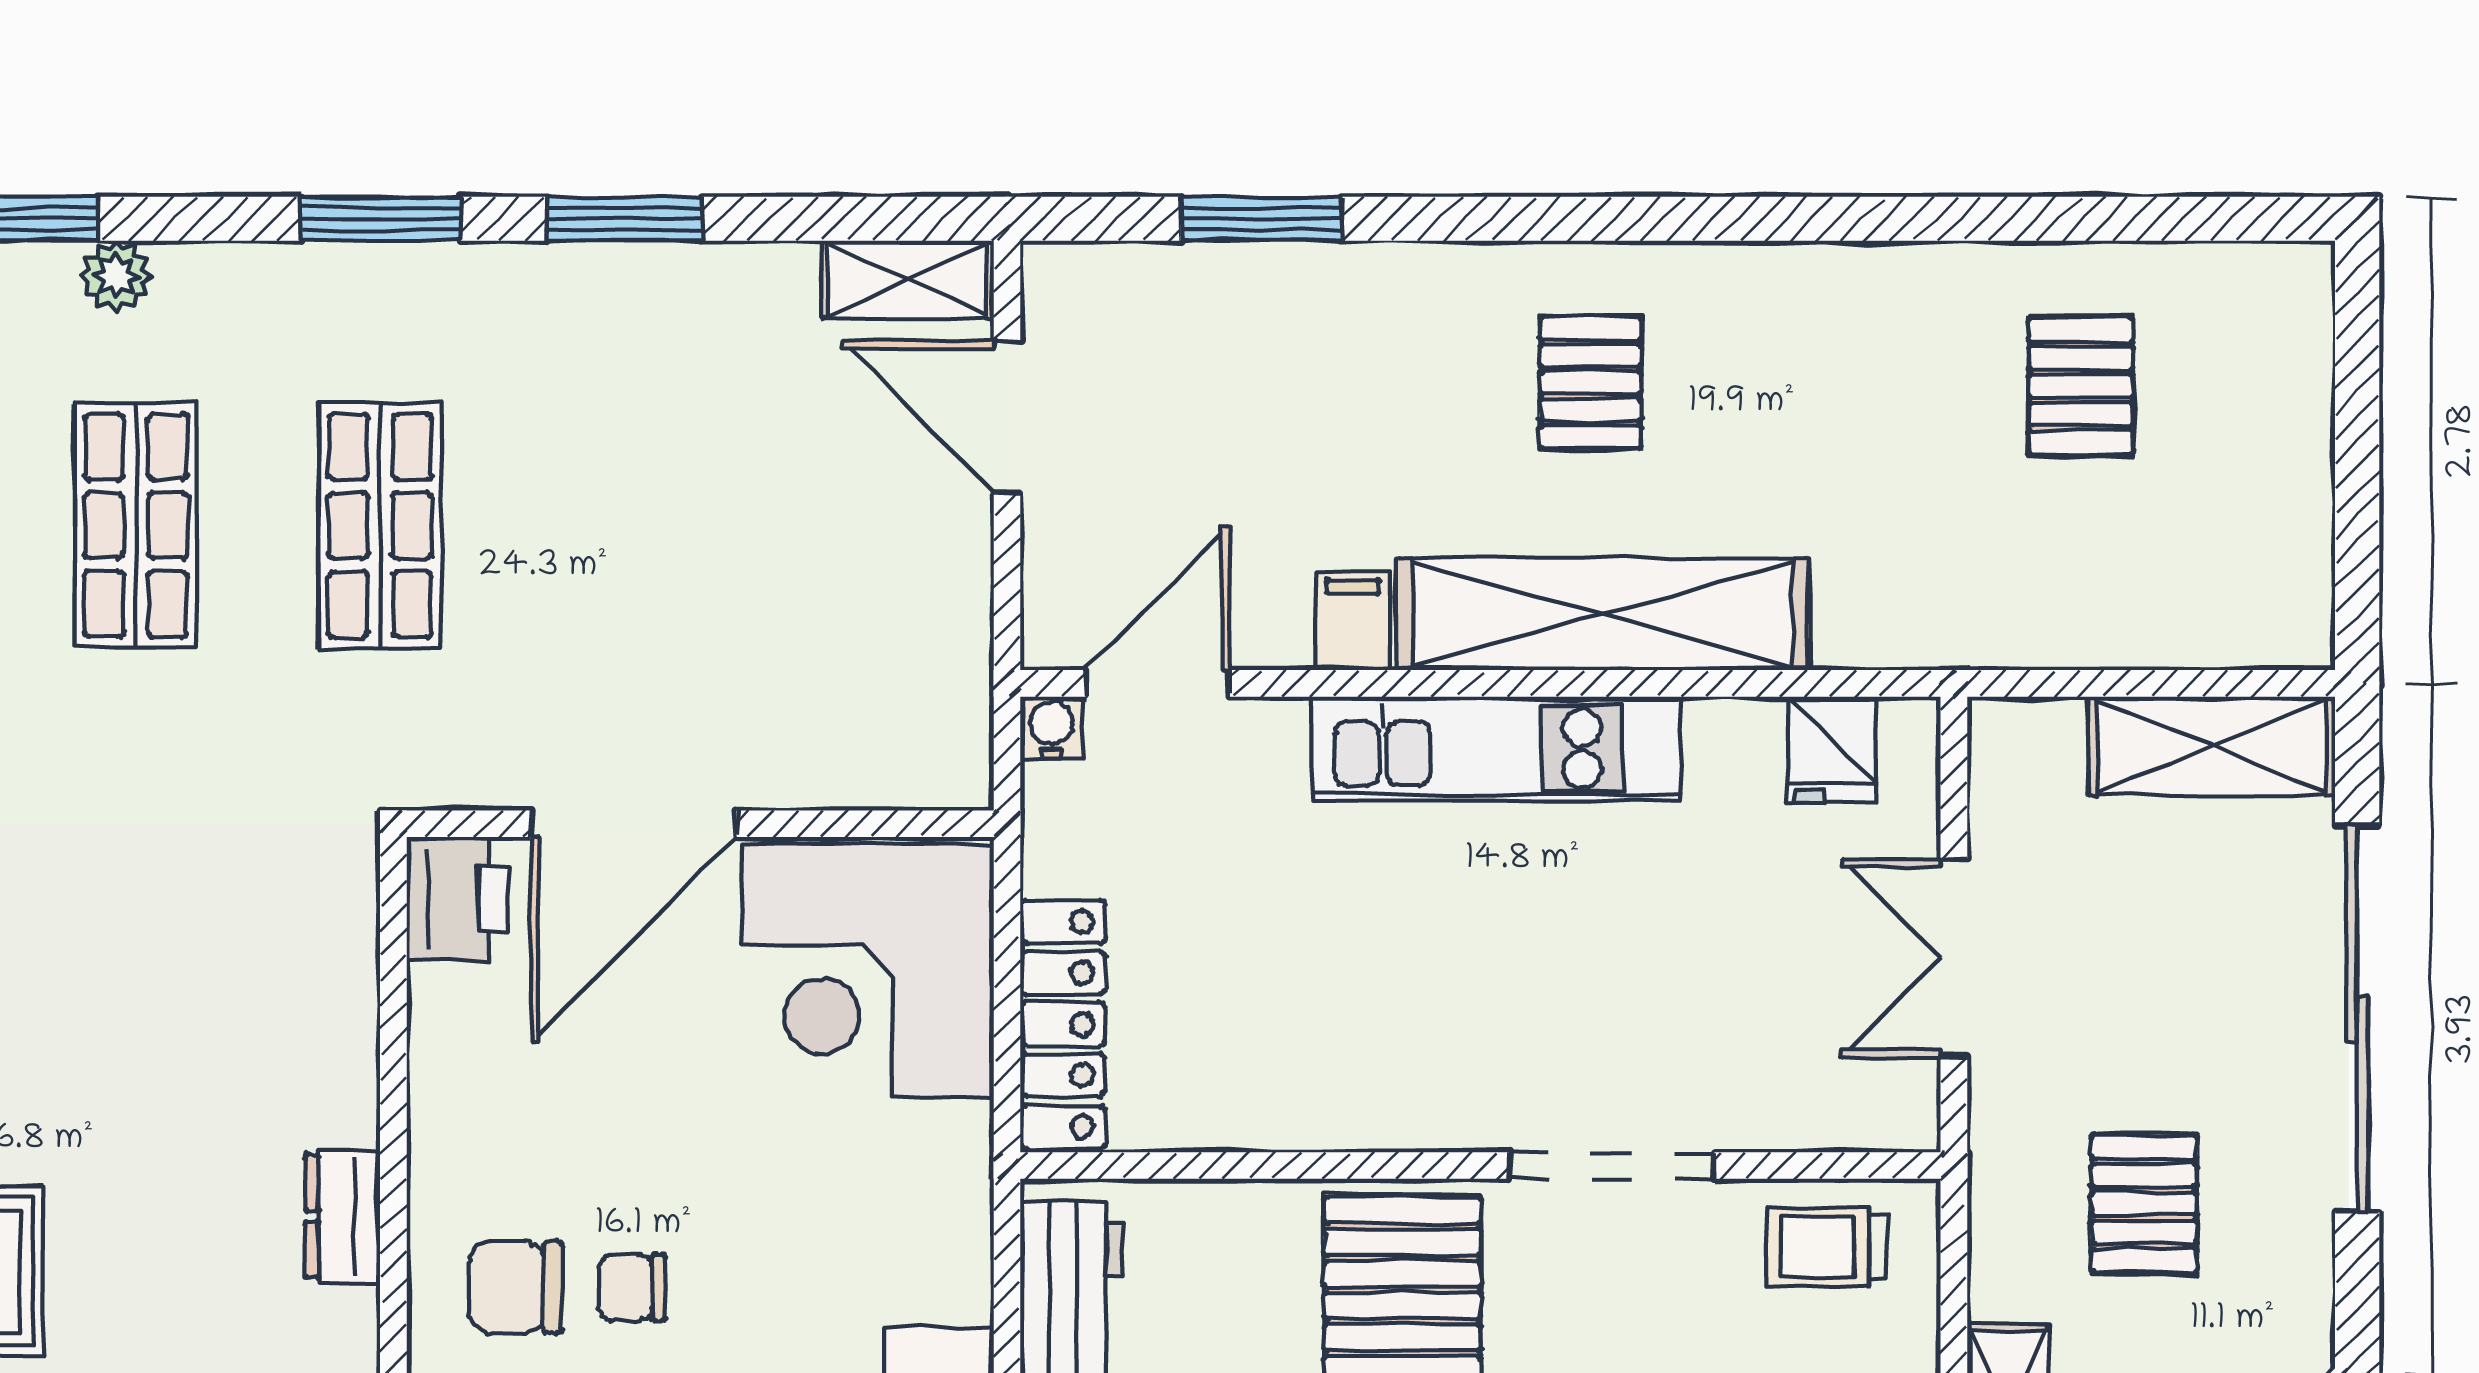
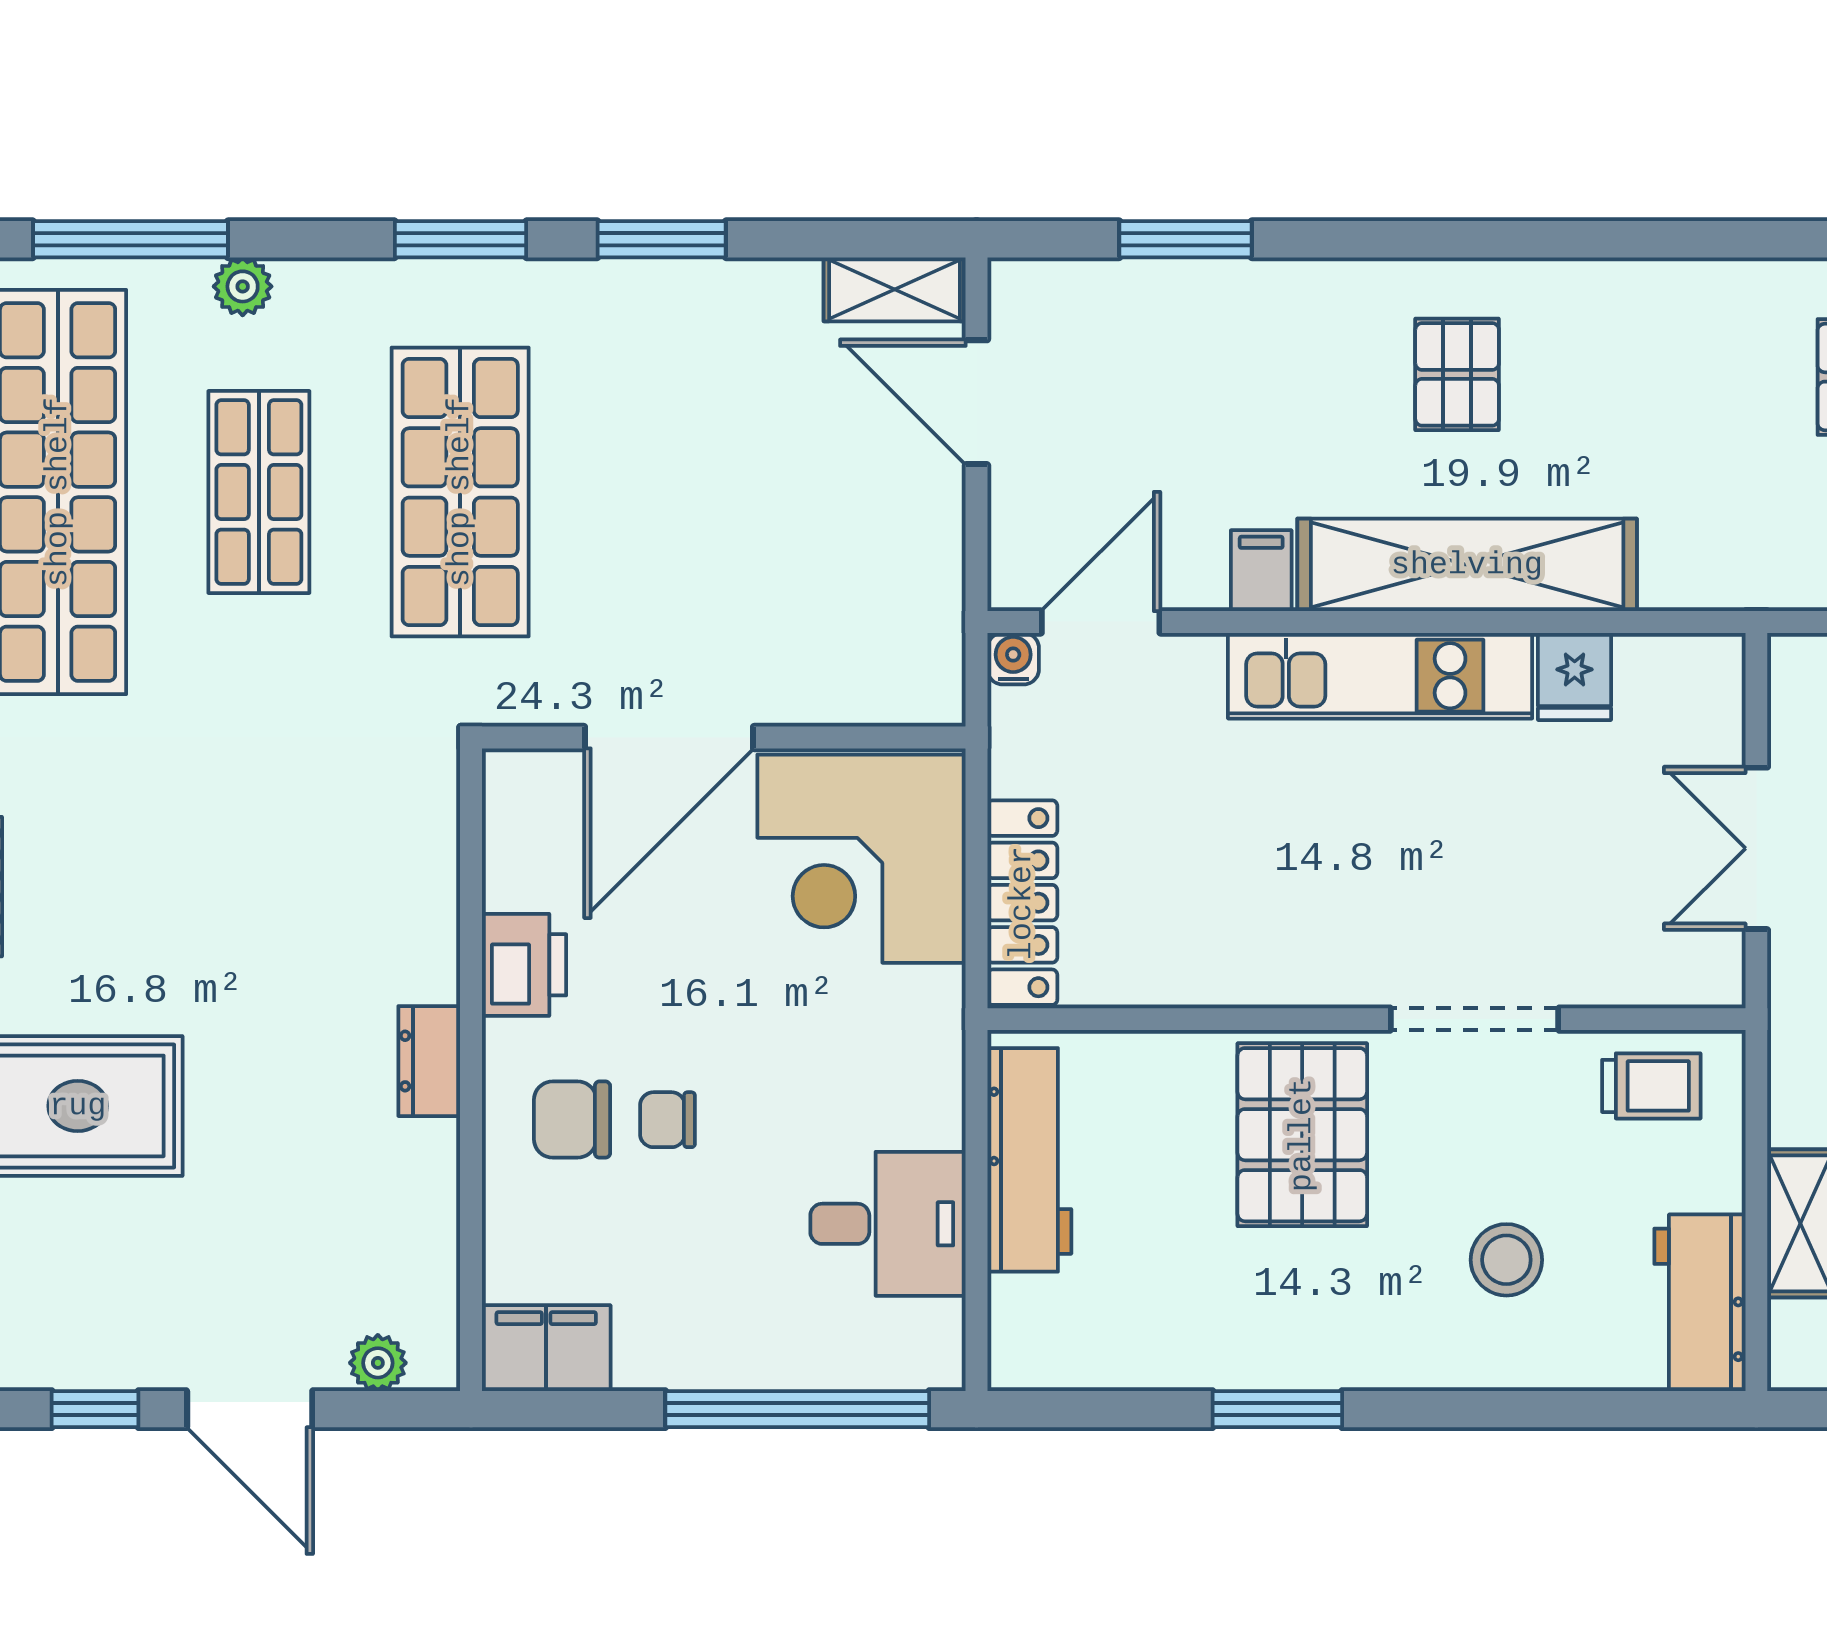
shop shelf: (380, 526) -> (460, 492), width x1.43, depth x1.36
fridge: (1832, 750) -> (1575, 676), moved
printer: (458, 899) -> (524, 965), moved
trolley: (1826, 1247) -> (1651, 1086), turned 180

